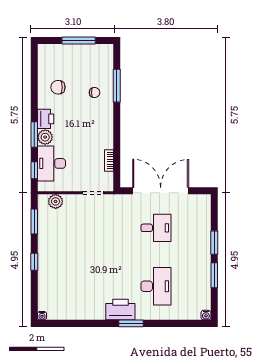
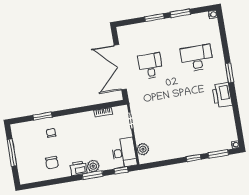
window: (117, 86) -> (43, 116), width x0.69
desk: (51, 163) -> (124, 153), moved, turned -90
window: (34, 221) -> (218, 154), moved
printer: (120, 310) -> (222, 95), moved

